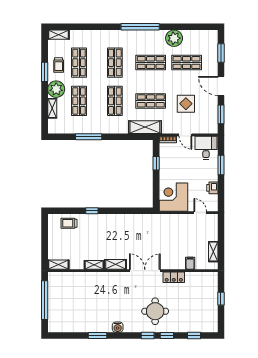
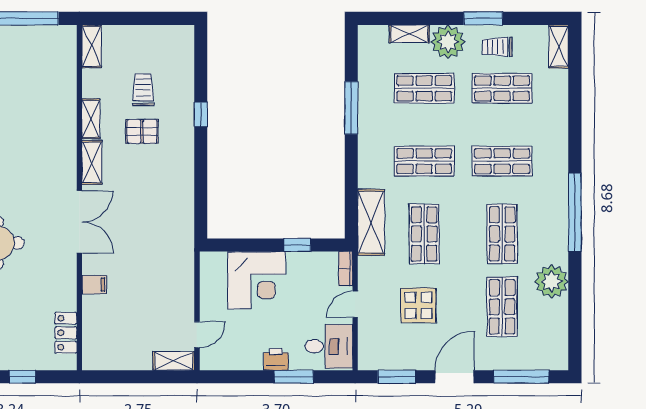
window: (221, 53) -> (521, 377), width x1.44
printer: (212, 188) -> (276, 359), moved
corner desk: (174, 197) -> (257, 280), moved, turned 90
trolley: (69, 223) -> (143, 90), moved
pallet: (100, 240) -> (142, 131), added
shelving: (213, 252) -> (174, 361), moved
filing cabinet: (190, 263) -> (94, 285), moved
locker: (174, 277) -> (66, 333), moved

